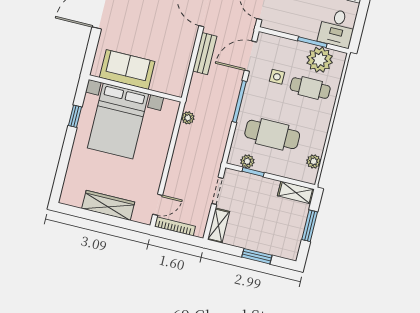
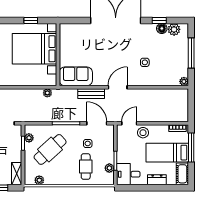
plant: (320, 60) -> (109, 168), width x0.53, depth x0.53
sofa: (127, 69) -> (76, 76), moved, turned -90
cafe table: (272, 134) -> (50, 149), turned 48

